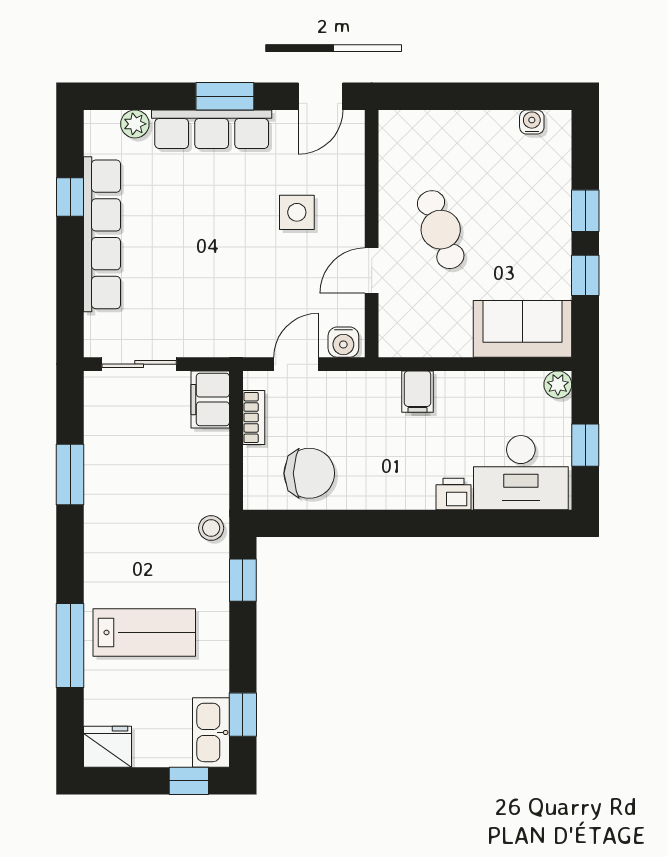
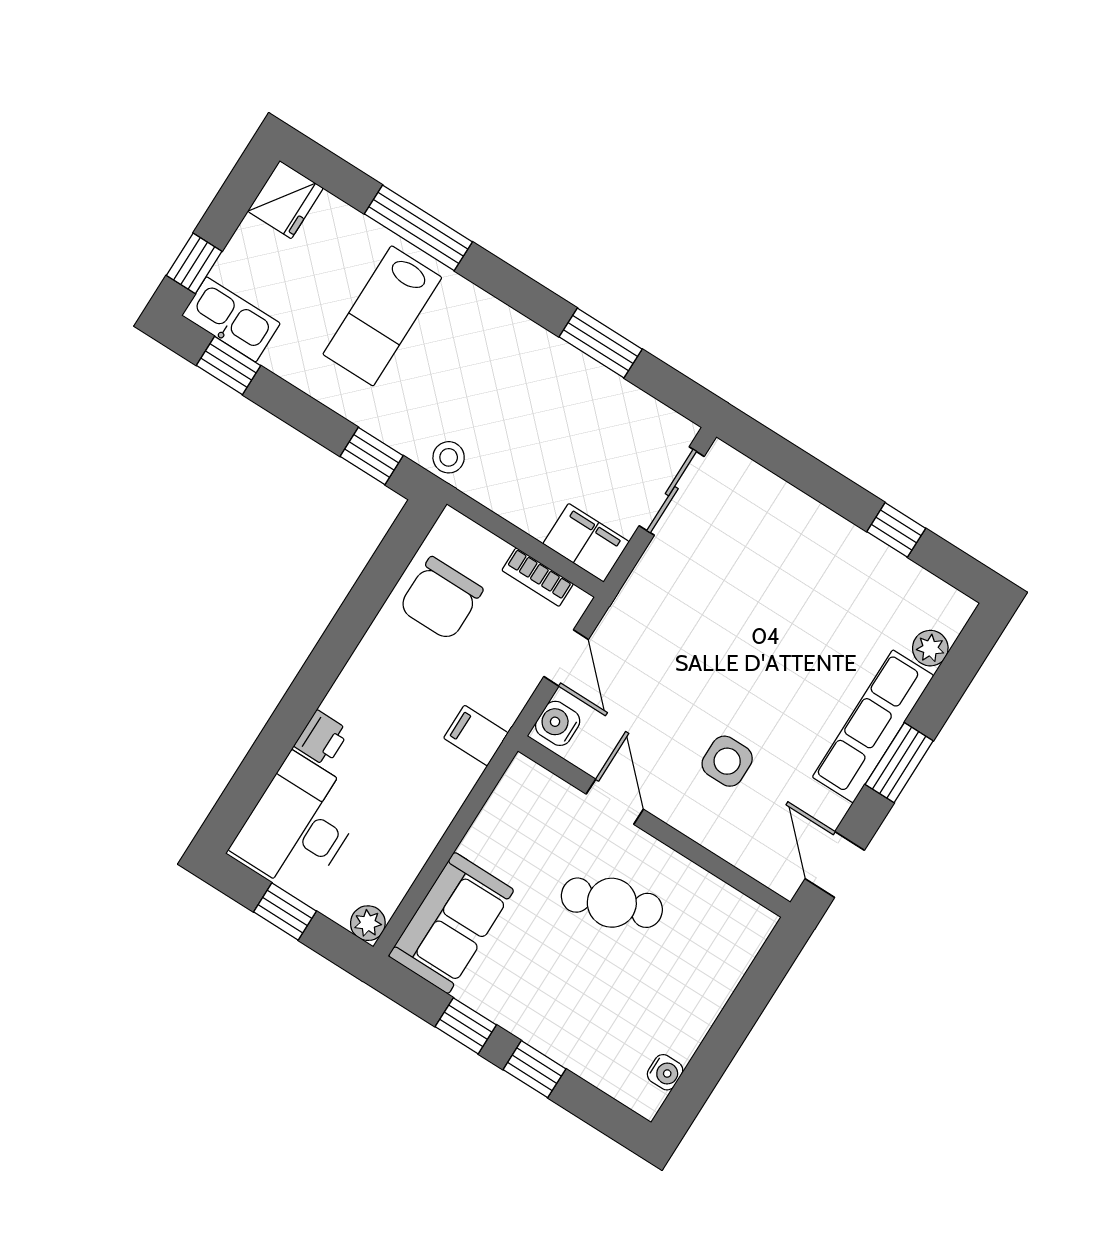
row of seats: (102, 234) -> (835, 539), removed
filing cabinet: (418, 392) -> (476, 736), moved

